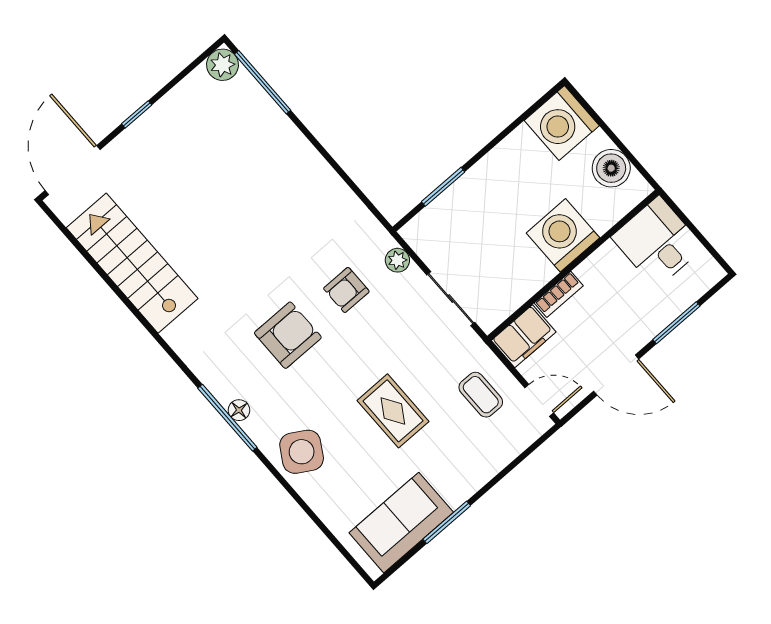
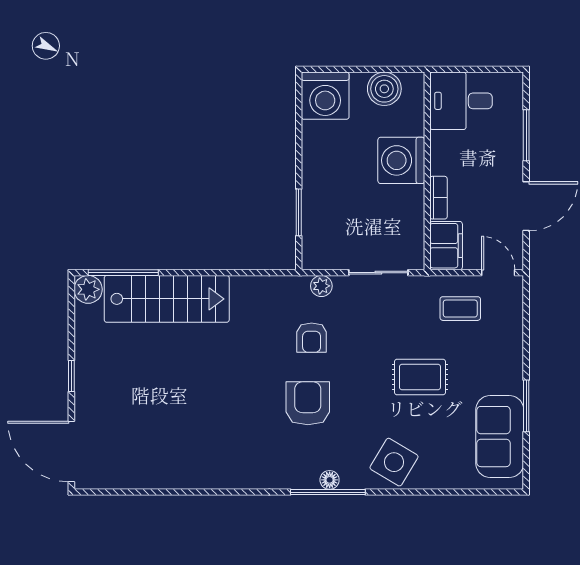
stairs: (132, 263) -> (167, 299), moved, turned 180
door: (539, 400) -> (498, 273), hinge flipped

